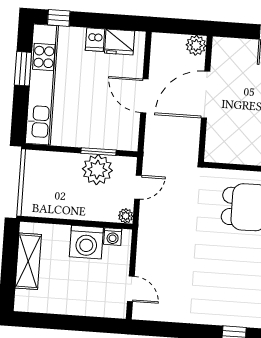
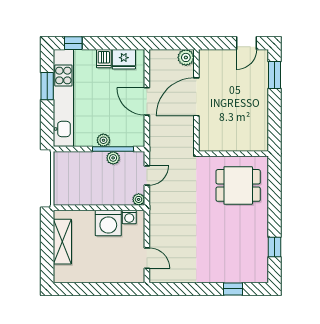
plant: (88, 140) -> (103, 140), added
window: (98, 152) -> (113, 149), width x1.44
plant: (97, 170) -> (113, 158), width x0.53, depth x0.53

